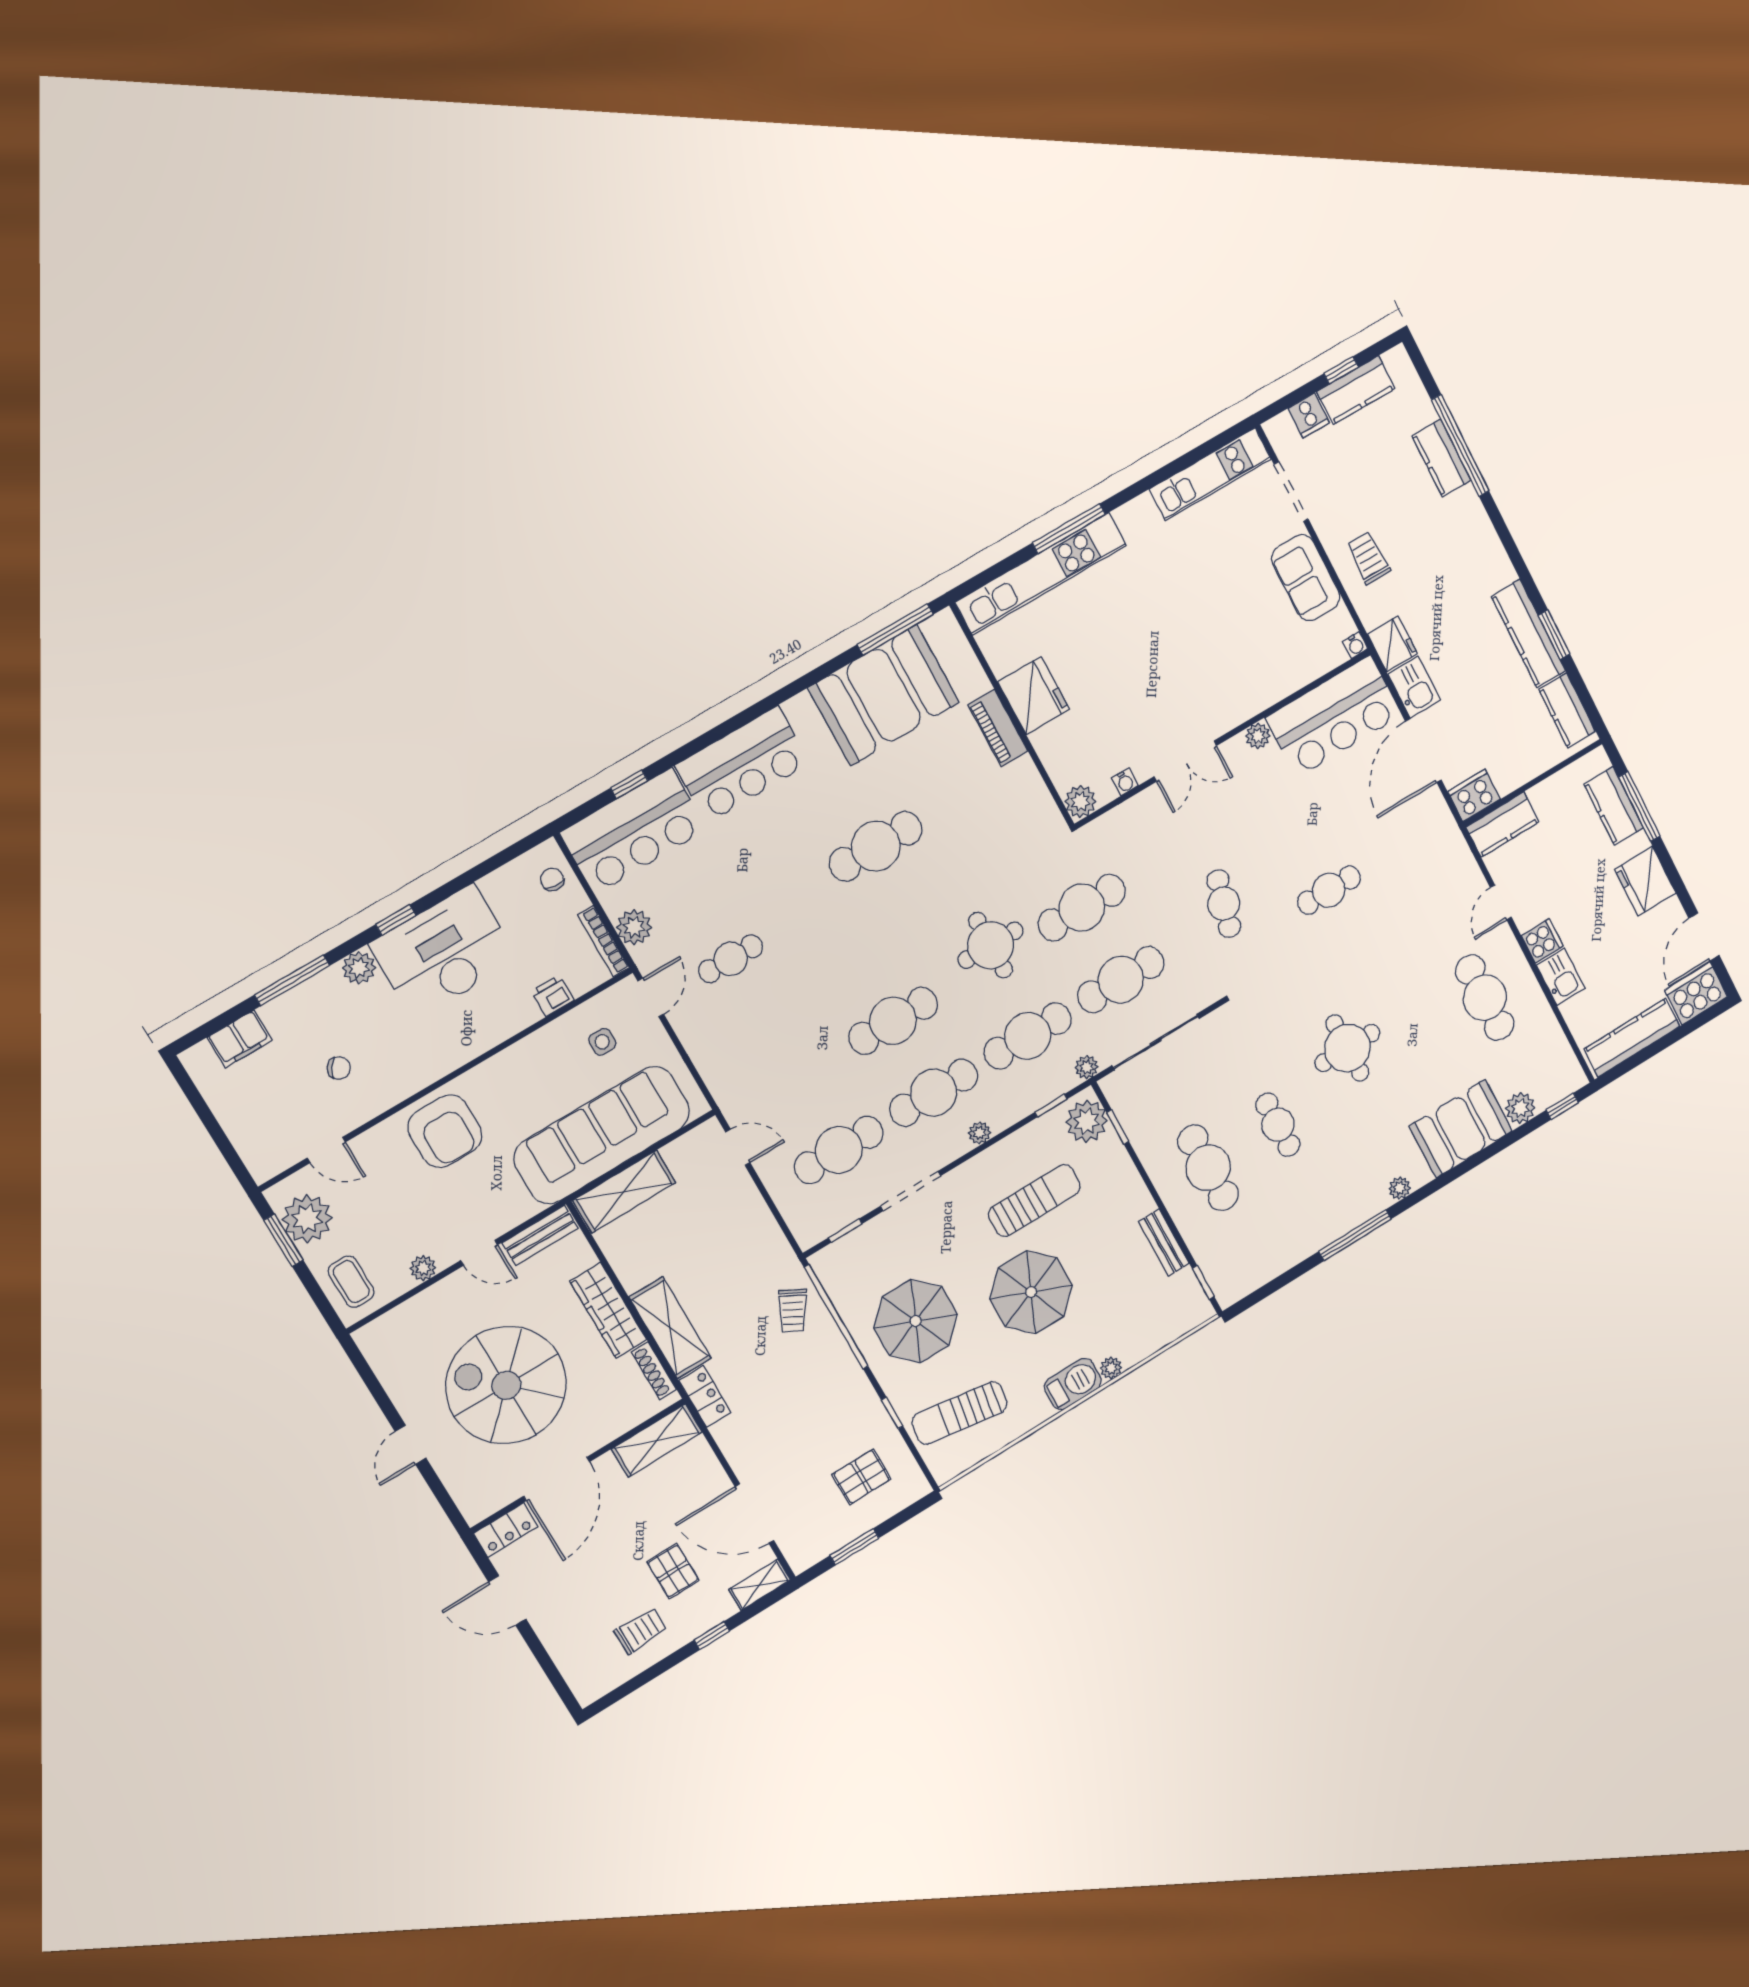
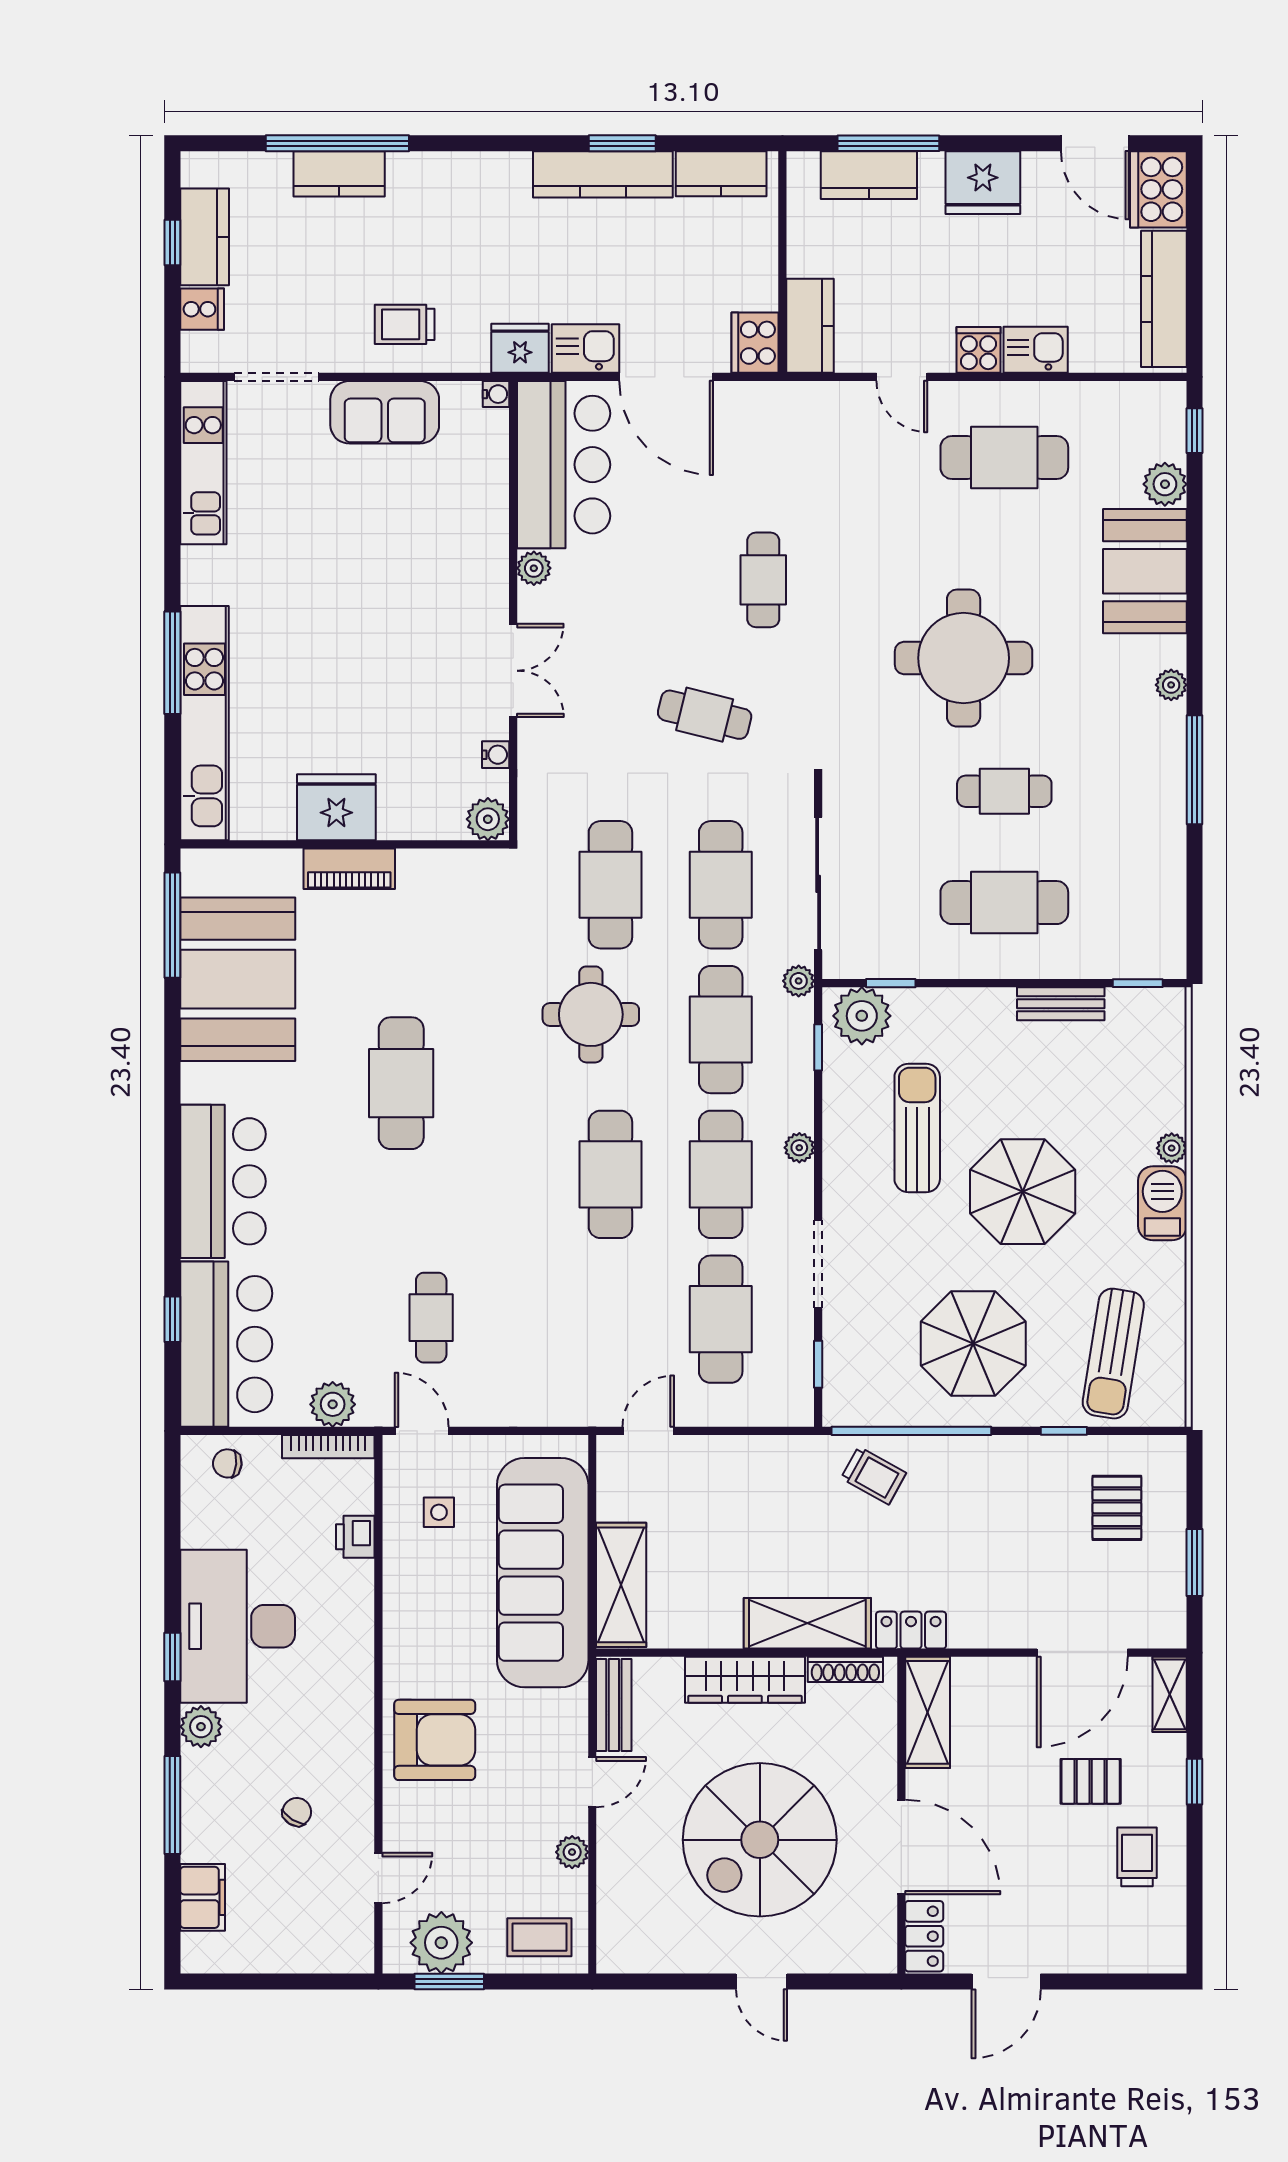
round table: (1347, 1048) -> (964, 658), width x1.36, depth x1.36

